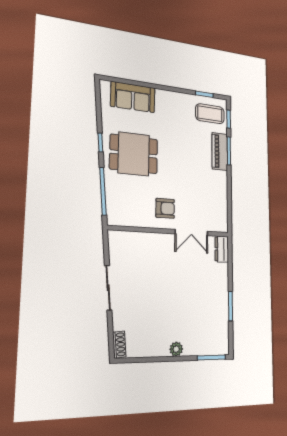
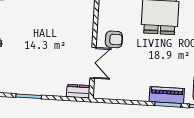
armchair: (165, 208) -> (114, 39), turned -90
double door: (191, 233) -> (93, 63), swing flipped

